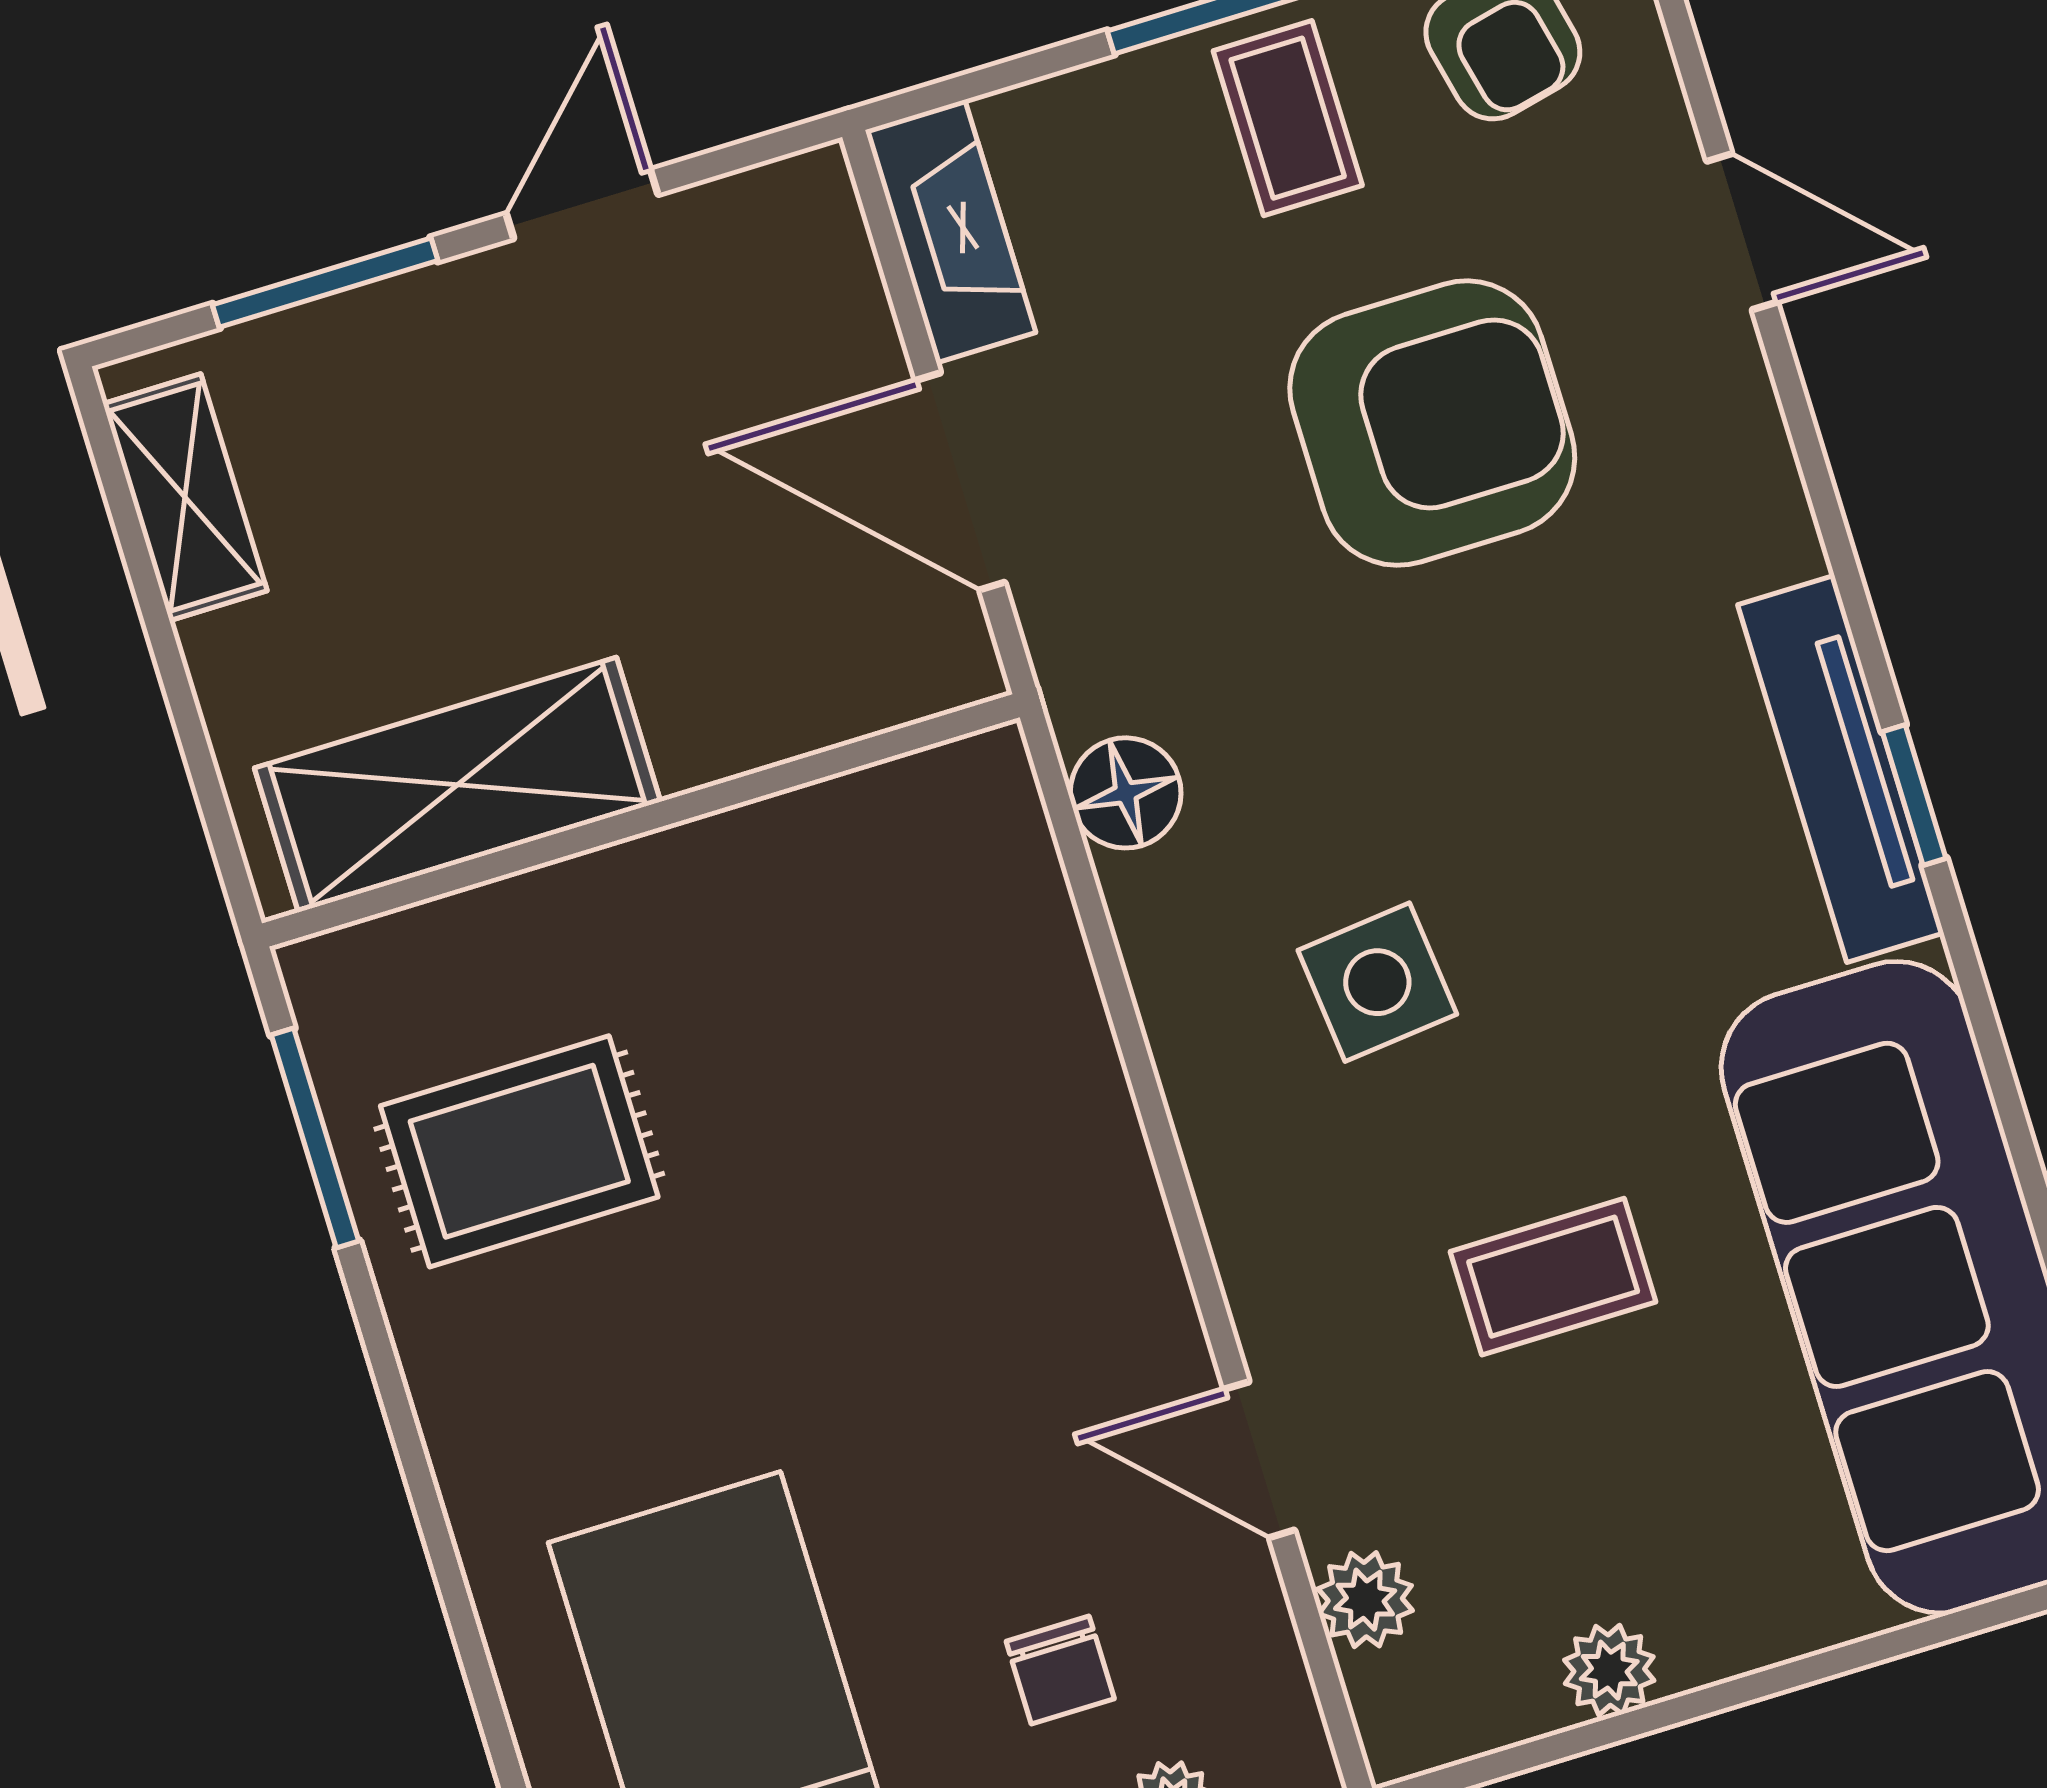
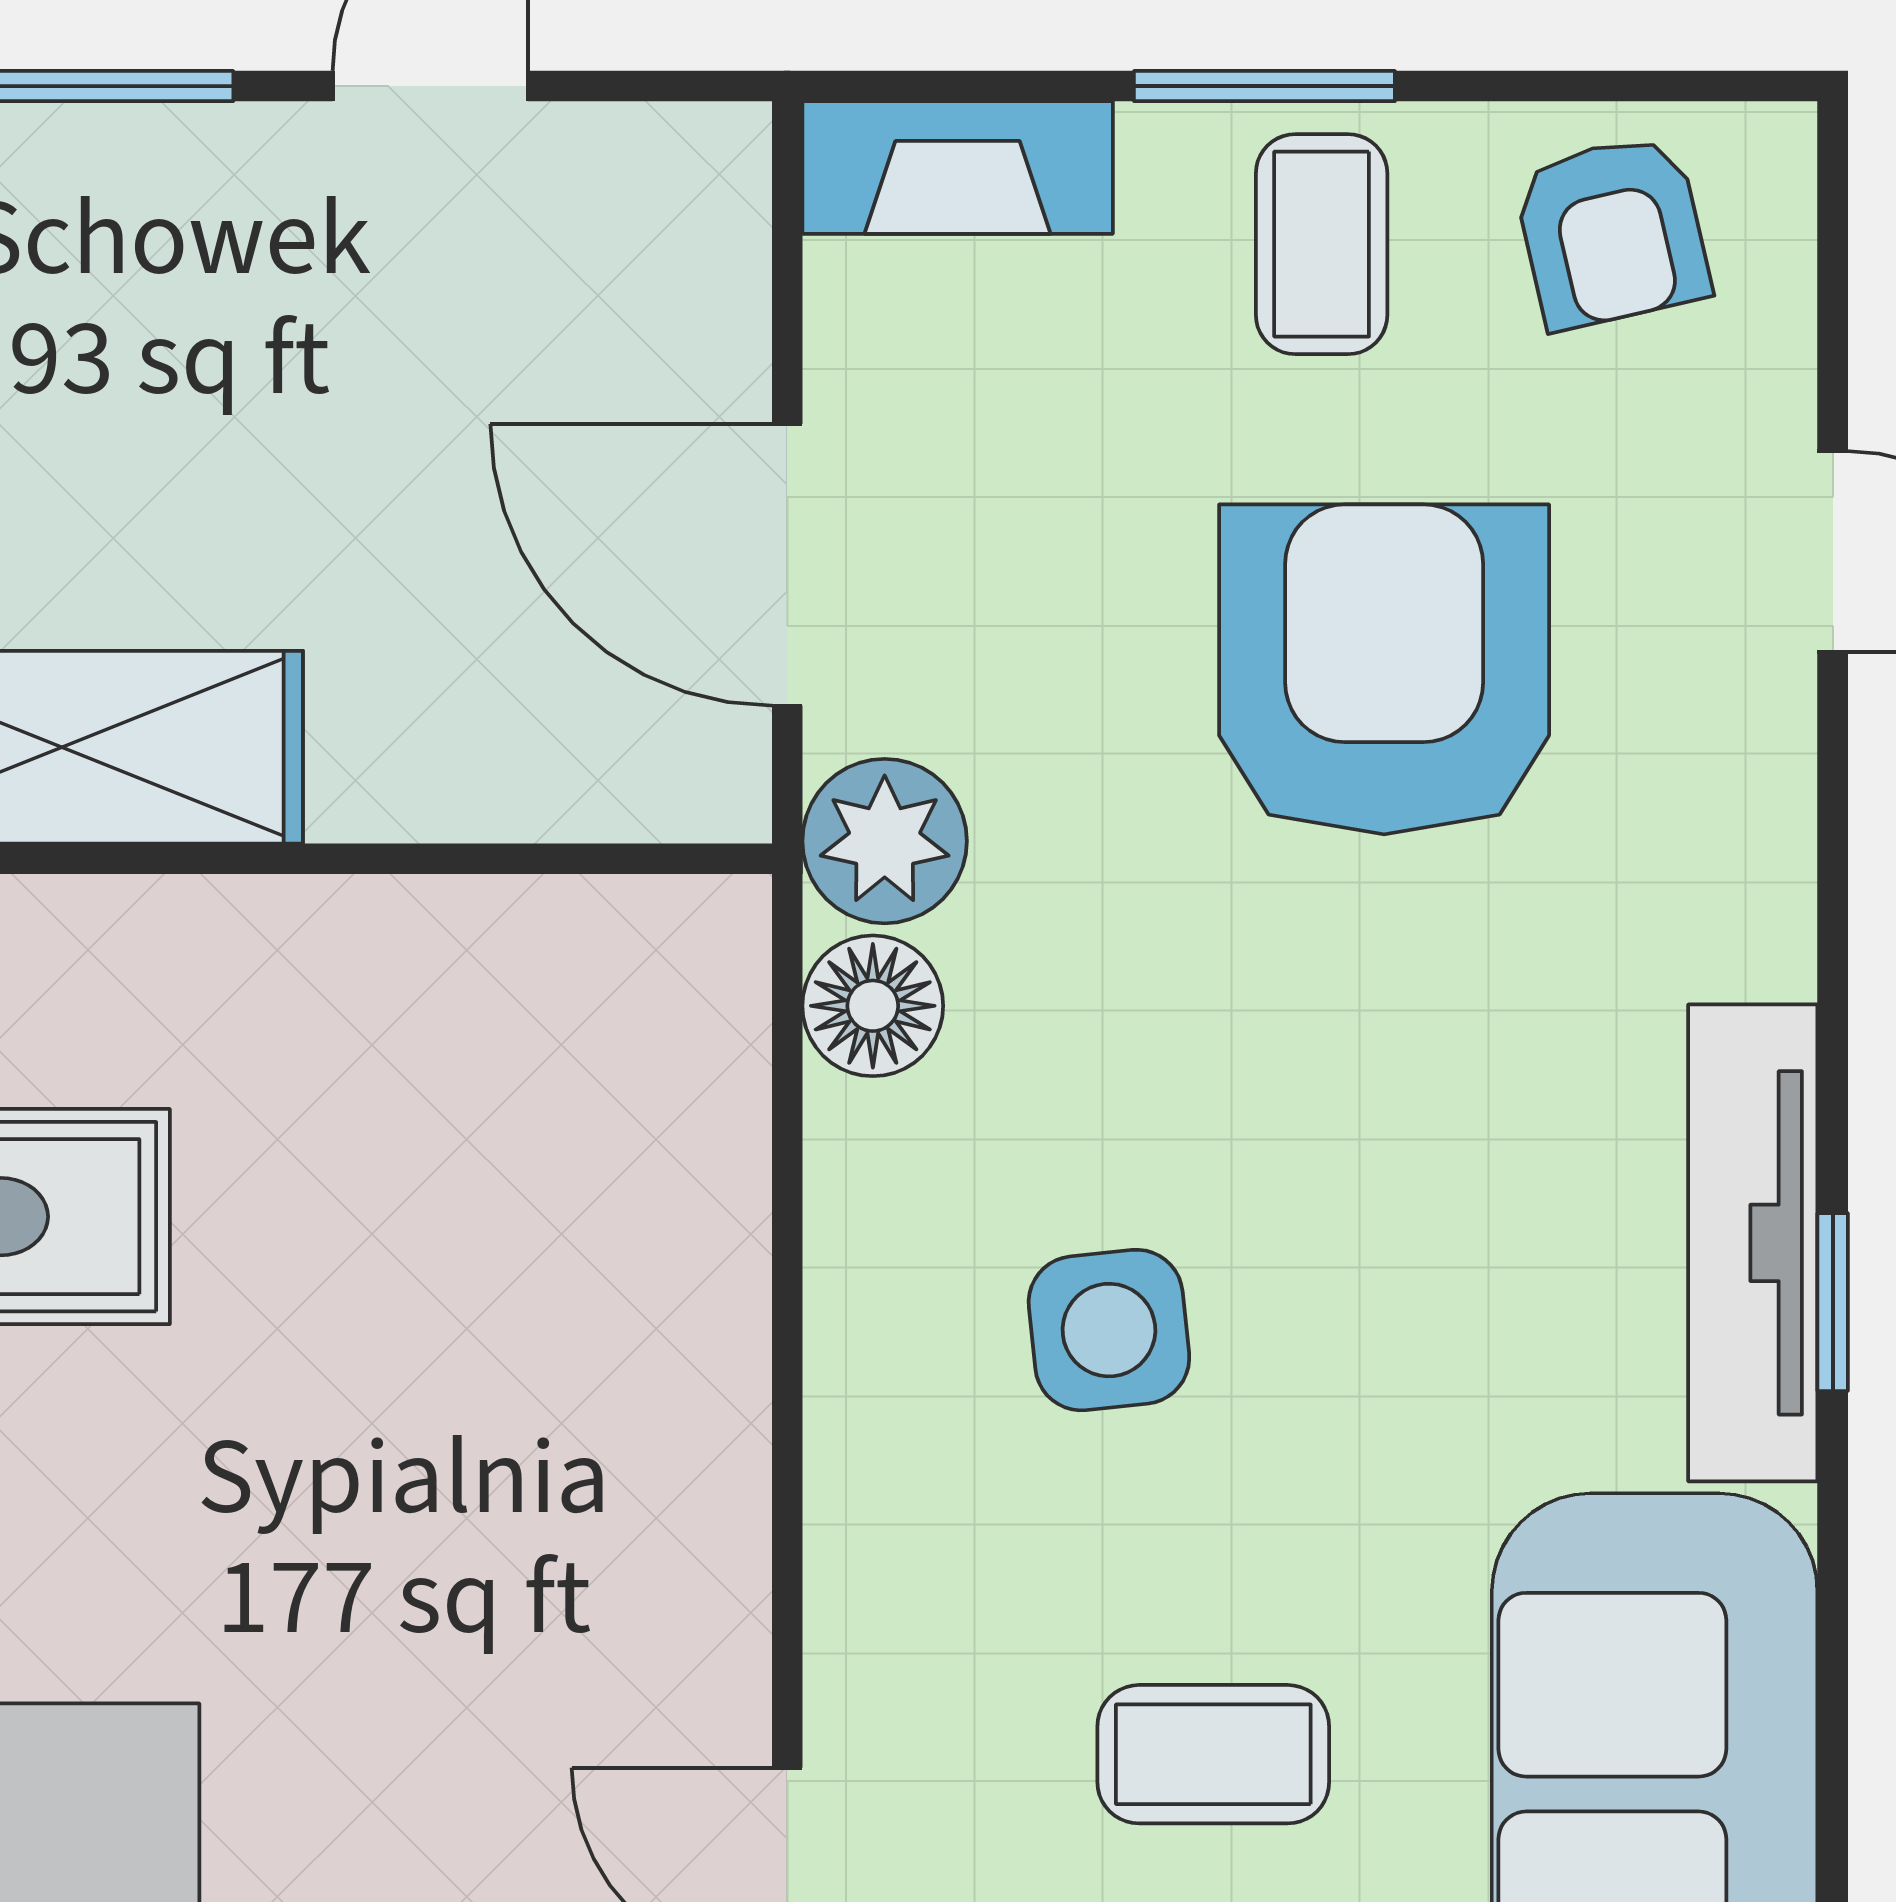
fireplace: (951, 231) -> (958, 167), moved, turned 90
armchair: (1432, 423) -> (1384, 669), turned -90
plant: (1097, 667) -> (885, 841), added

